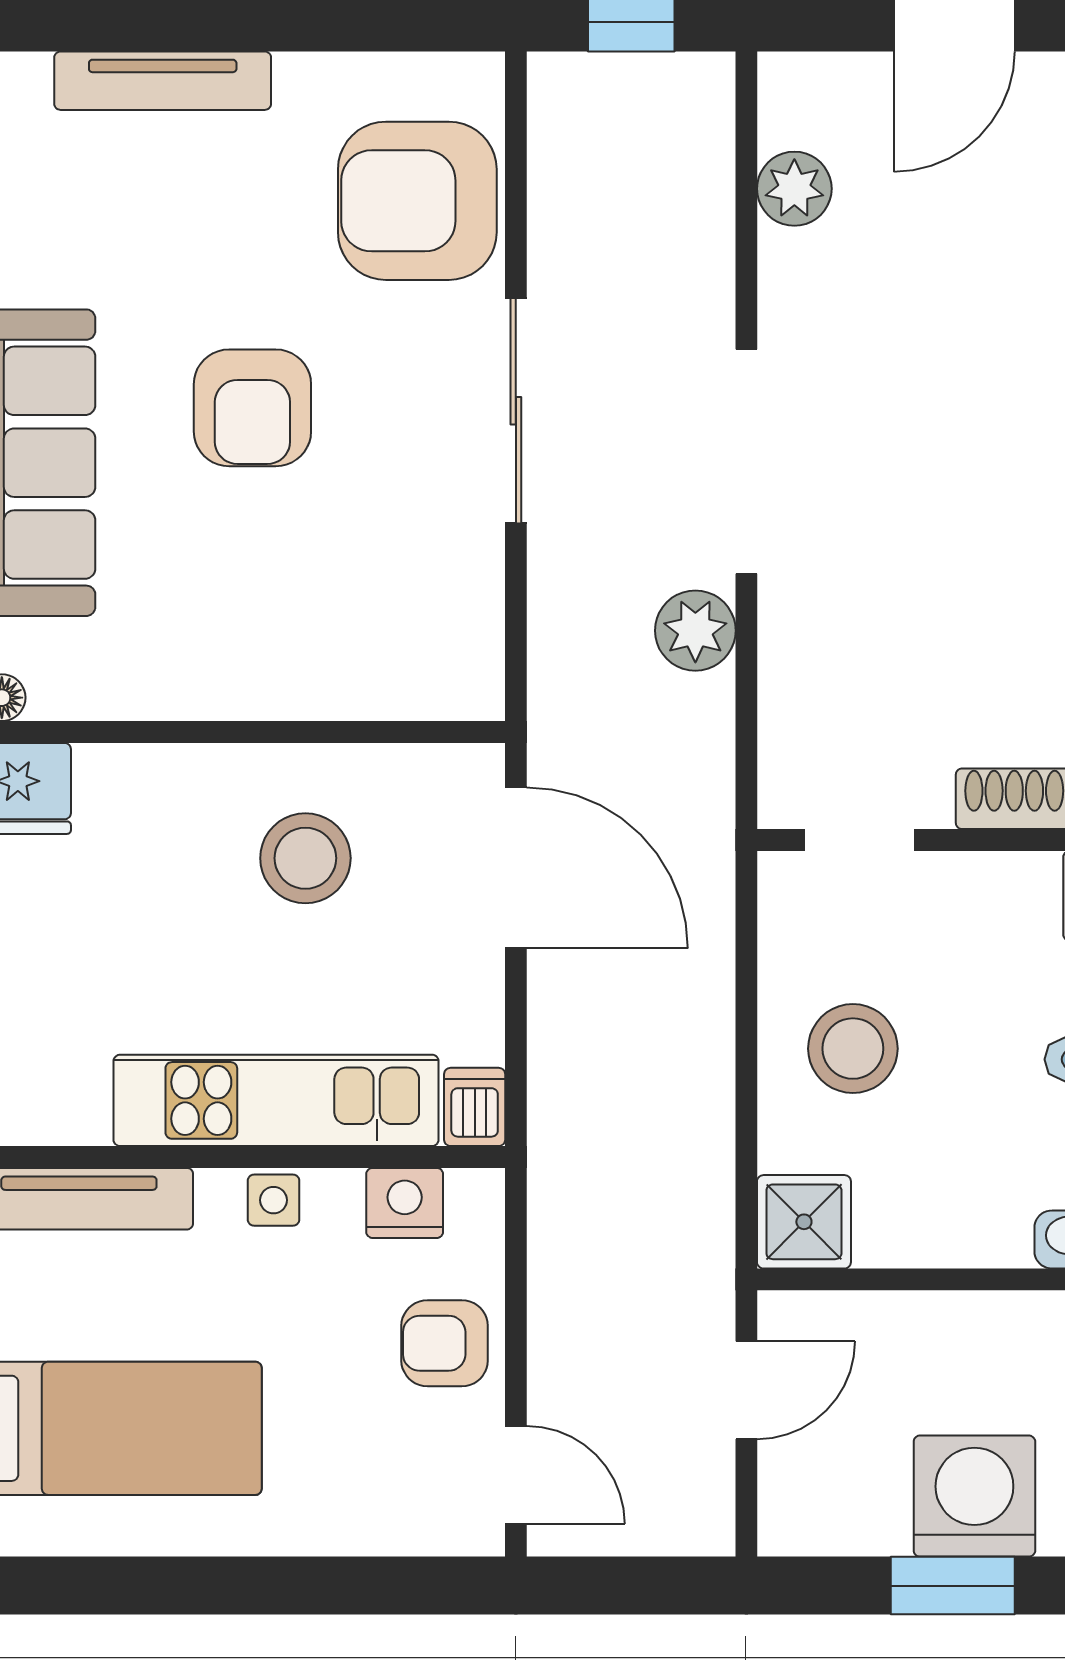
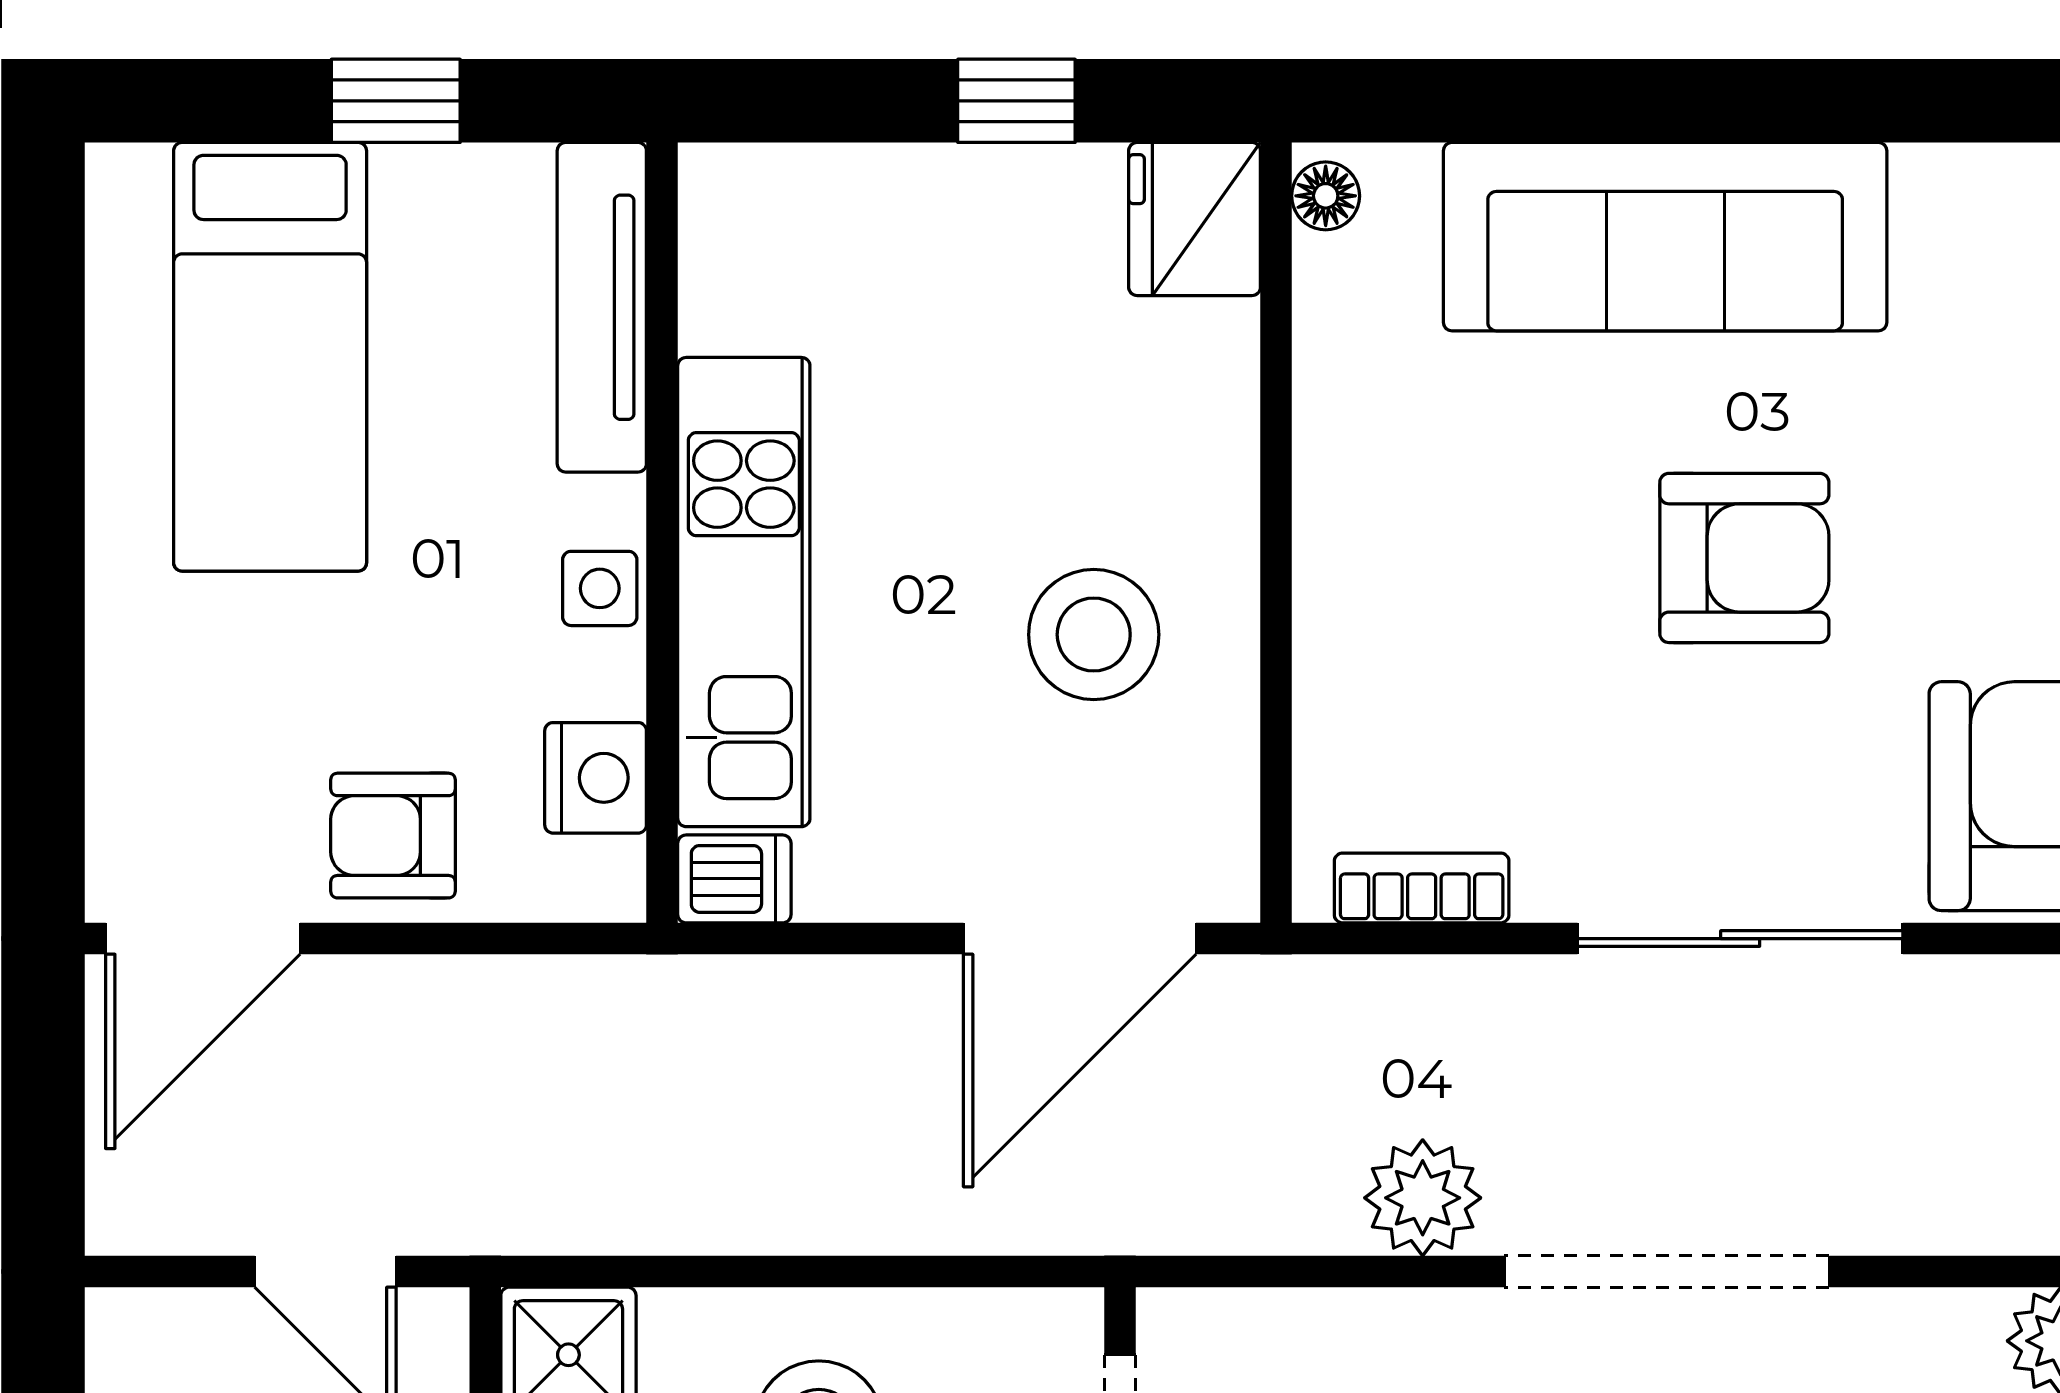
armchair: (252, 408) -> (1744, 558), turned 180
bookcase: (481, 631) -> (1422, 888), added
armchair: (445, 1343) -> (393, 836), turned -90
door: (516, 1475) -> (203, 939), width x1.38

